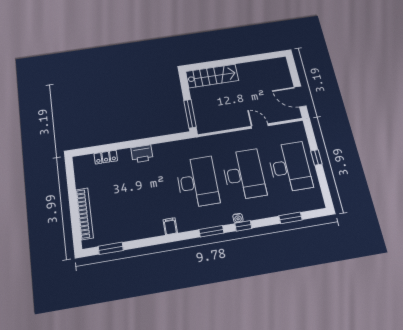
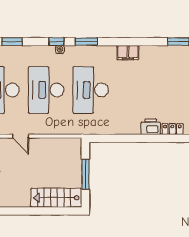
window: (190, 114) -> (85, 174), moved
printer: (142, 154) -> (151, 127), moved
filing cabinet: (170, 226) -> (128, 53), width x2.00

